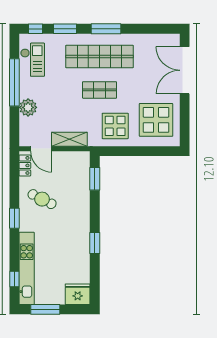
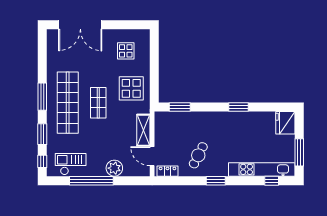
display table: (156, 120) -> (126, 51), width x0.54, depth x0.54
door: (41, 149) -> (152, 156), swing flipped

